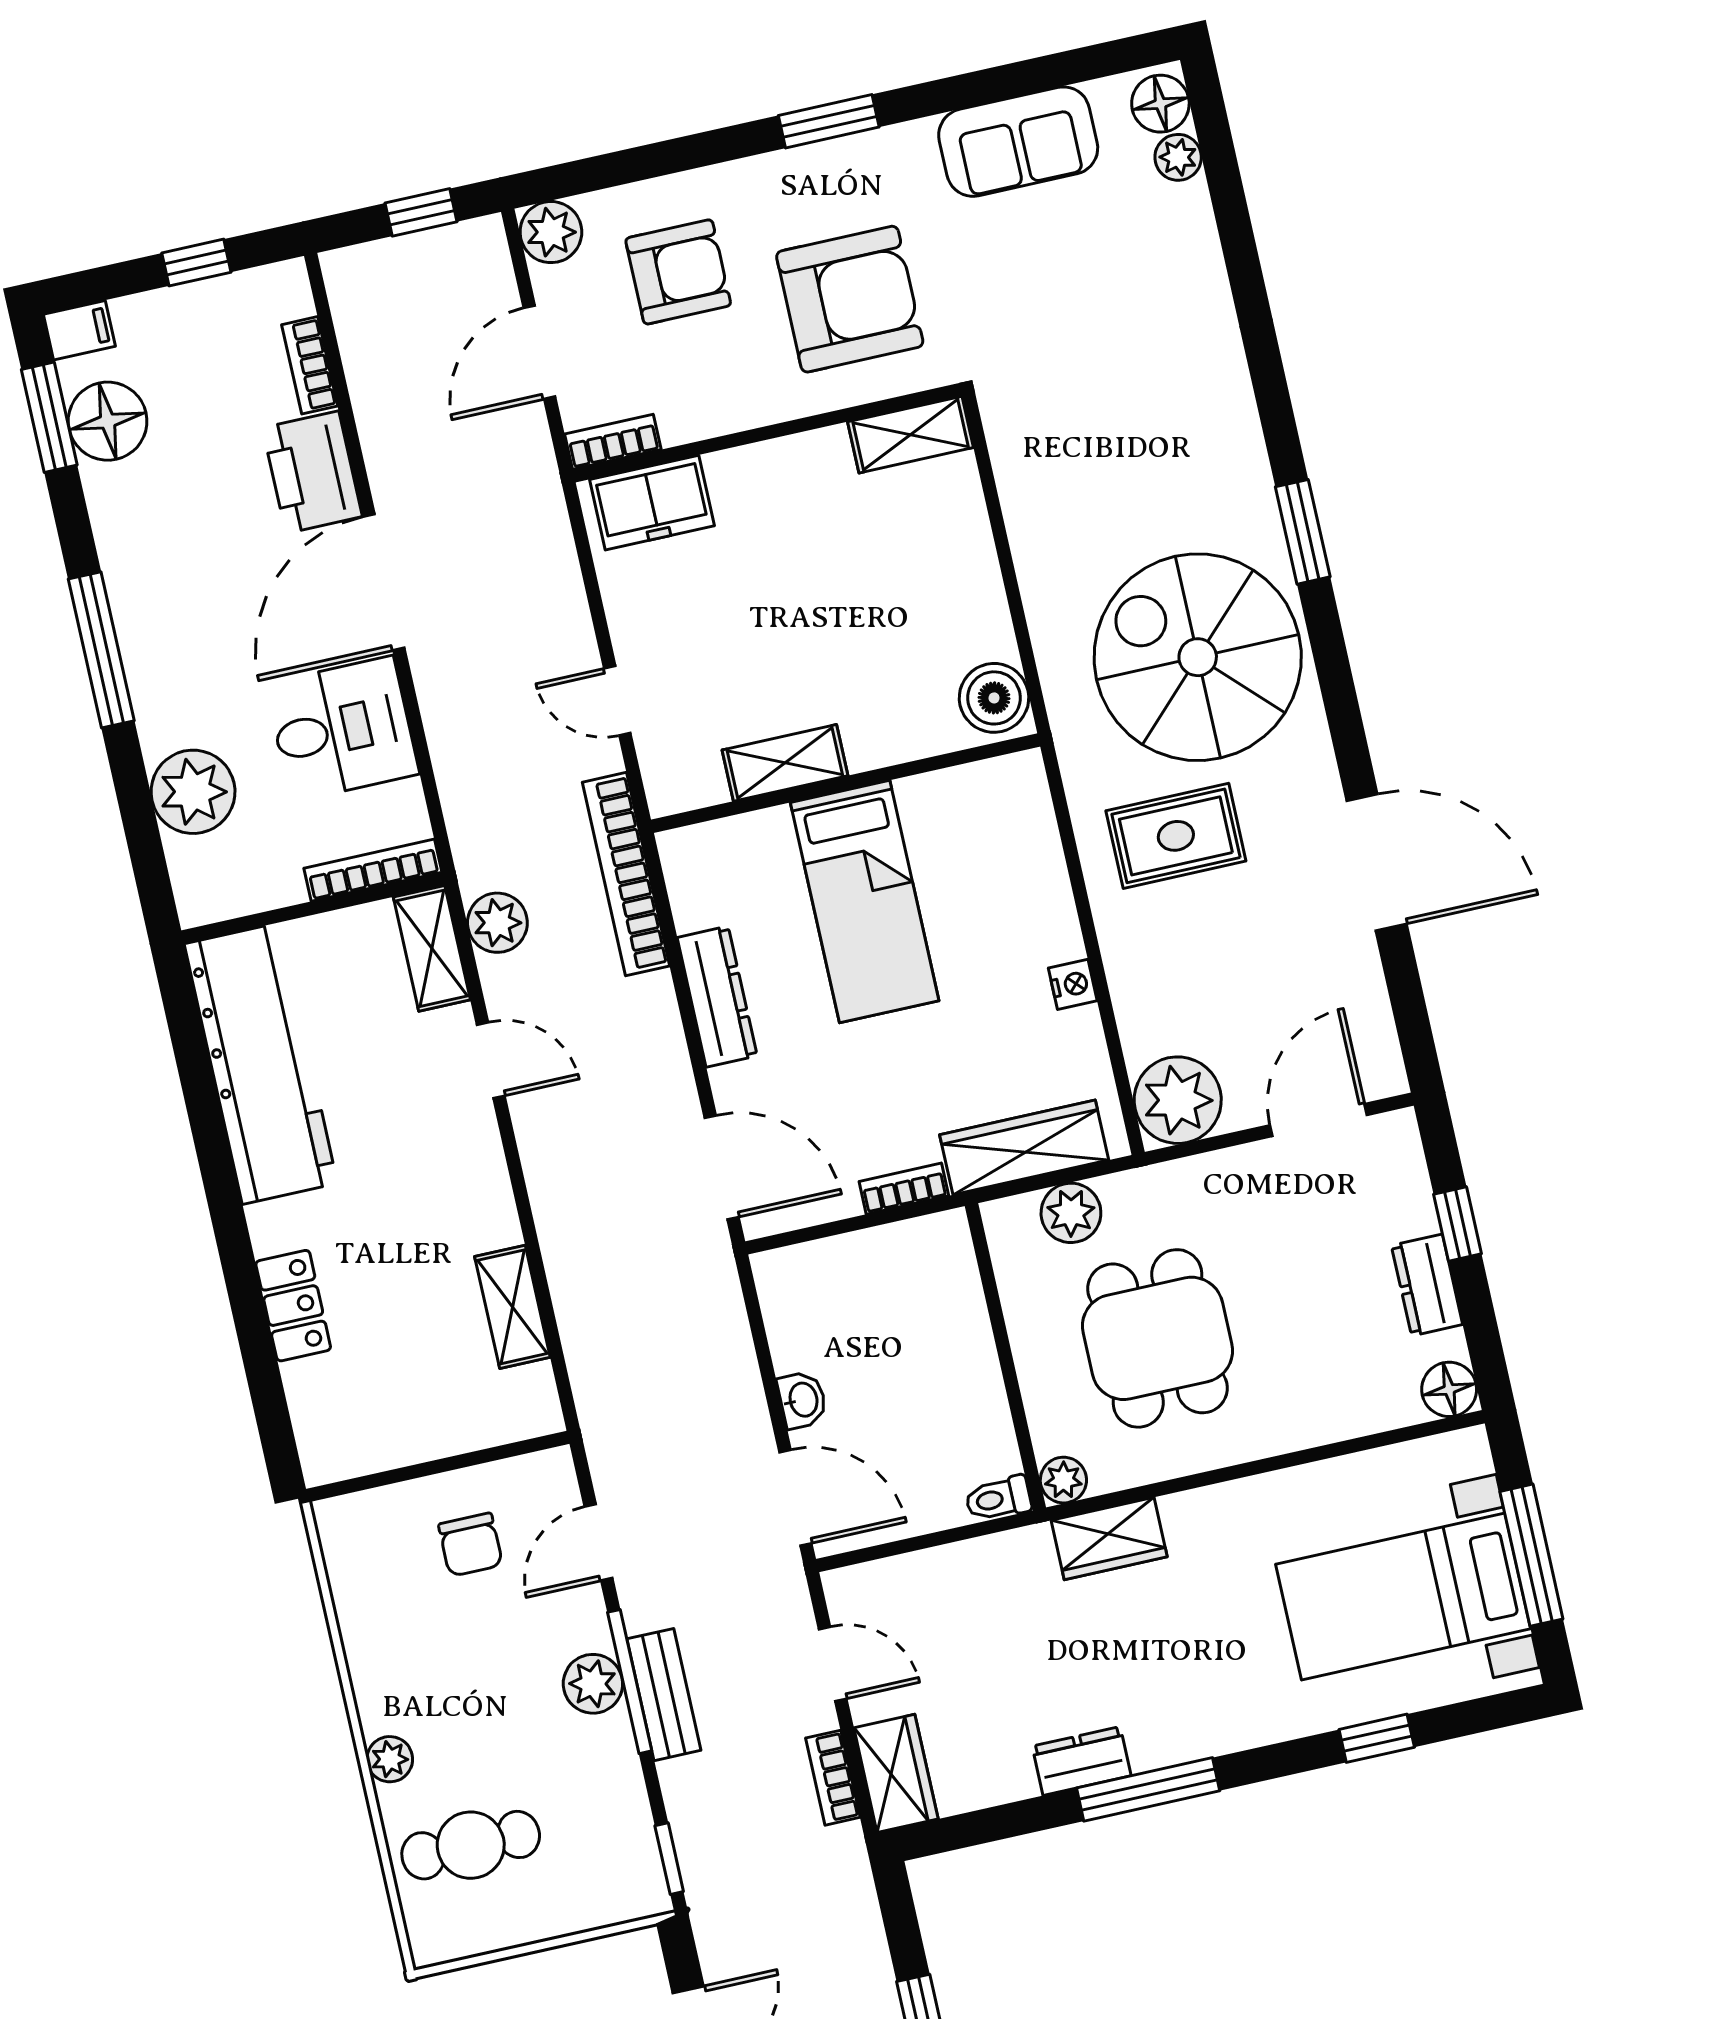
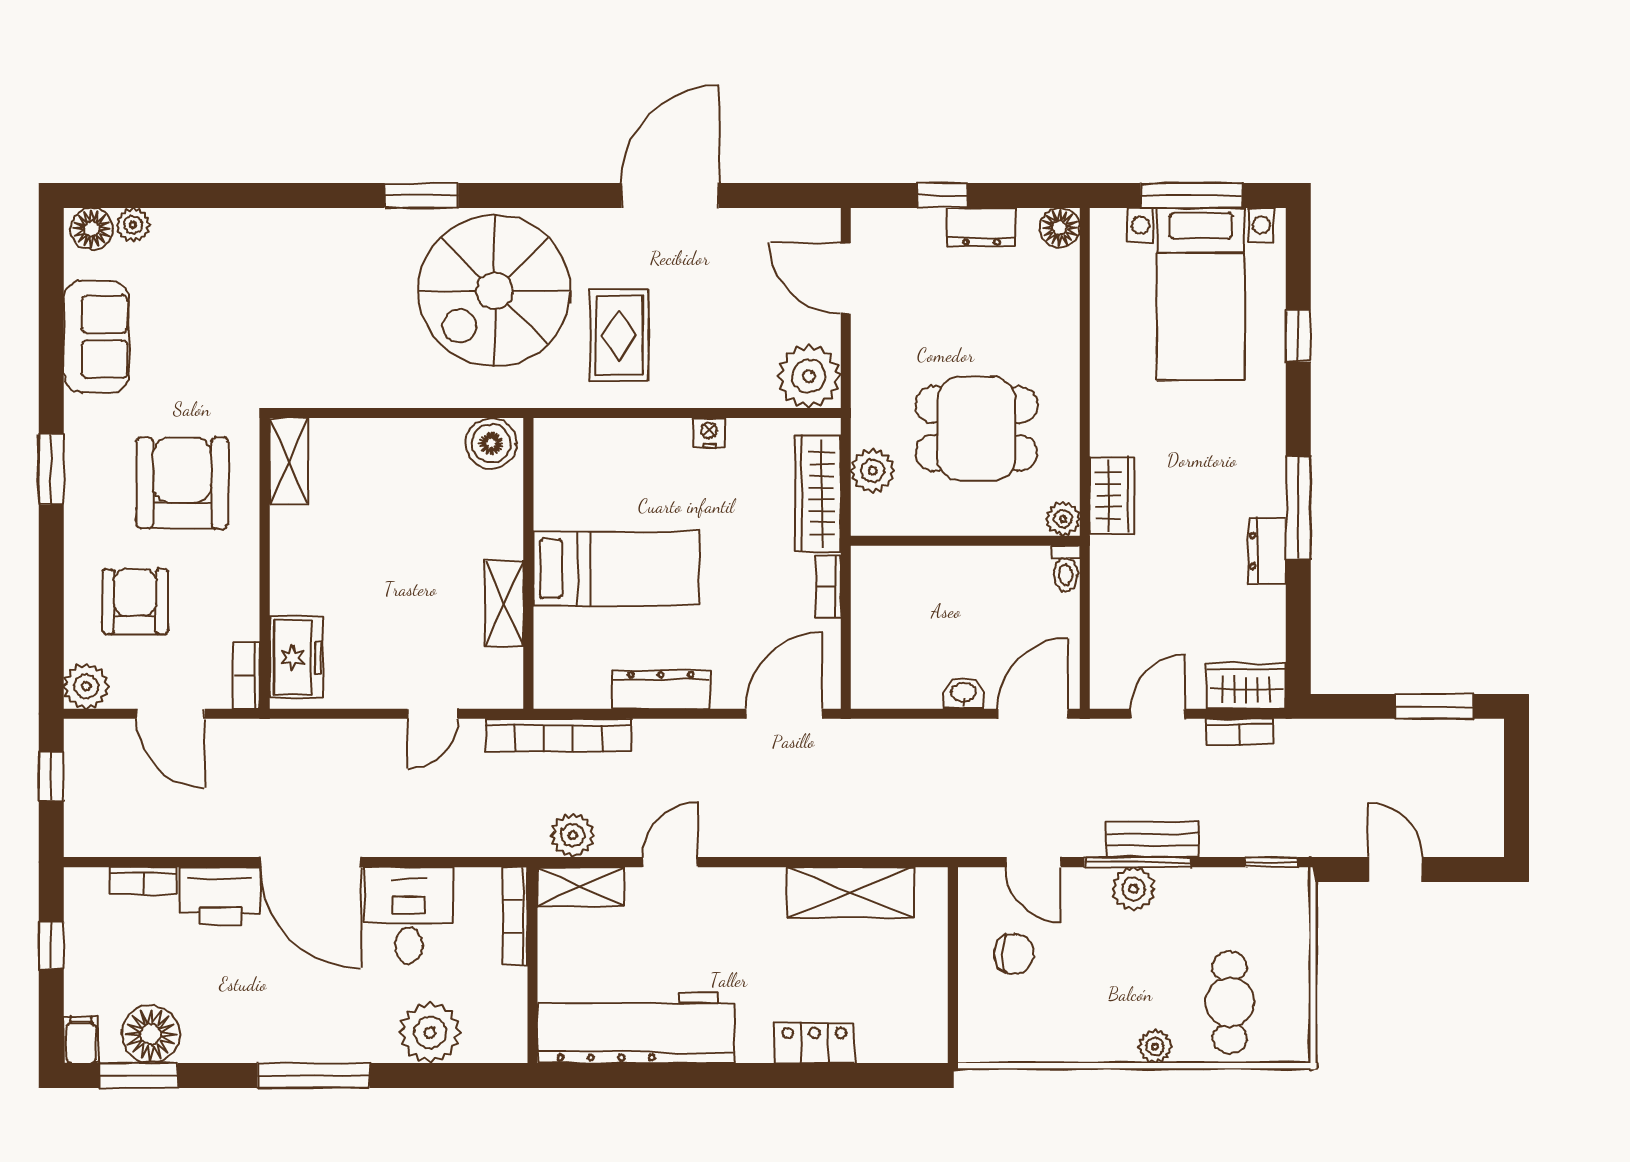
shelving: (512, 1307) -> (850, 892), width x1.50, depth x1.33

